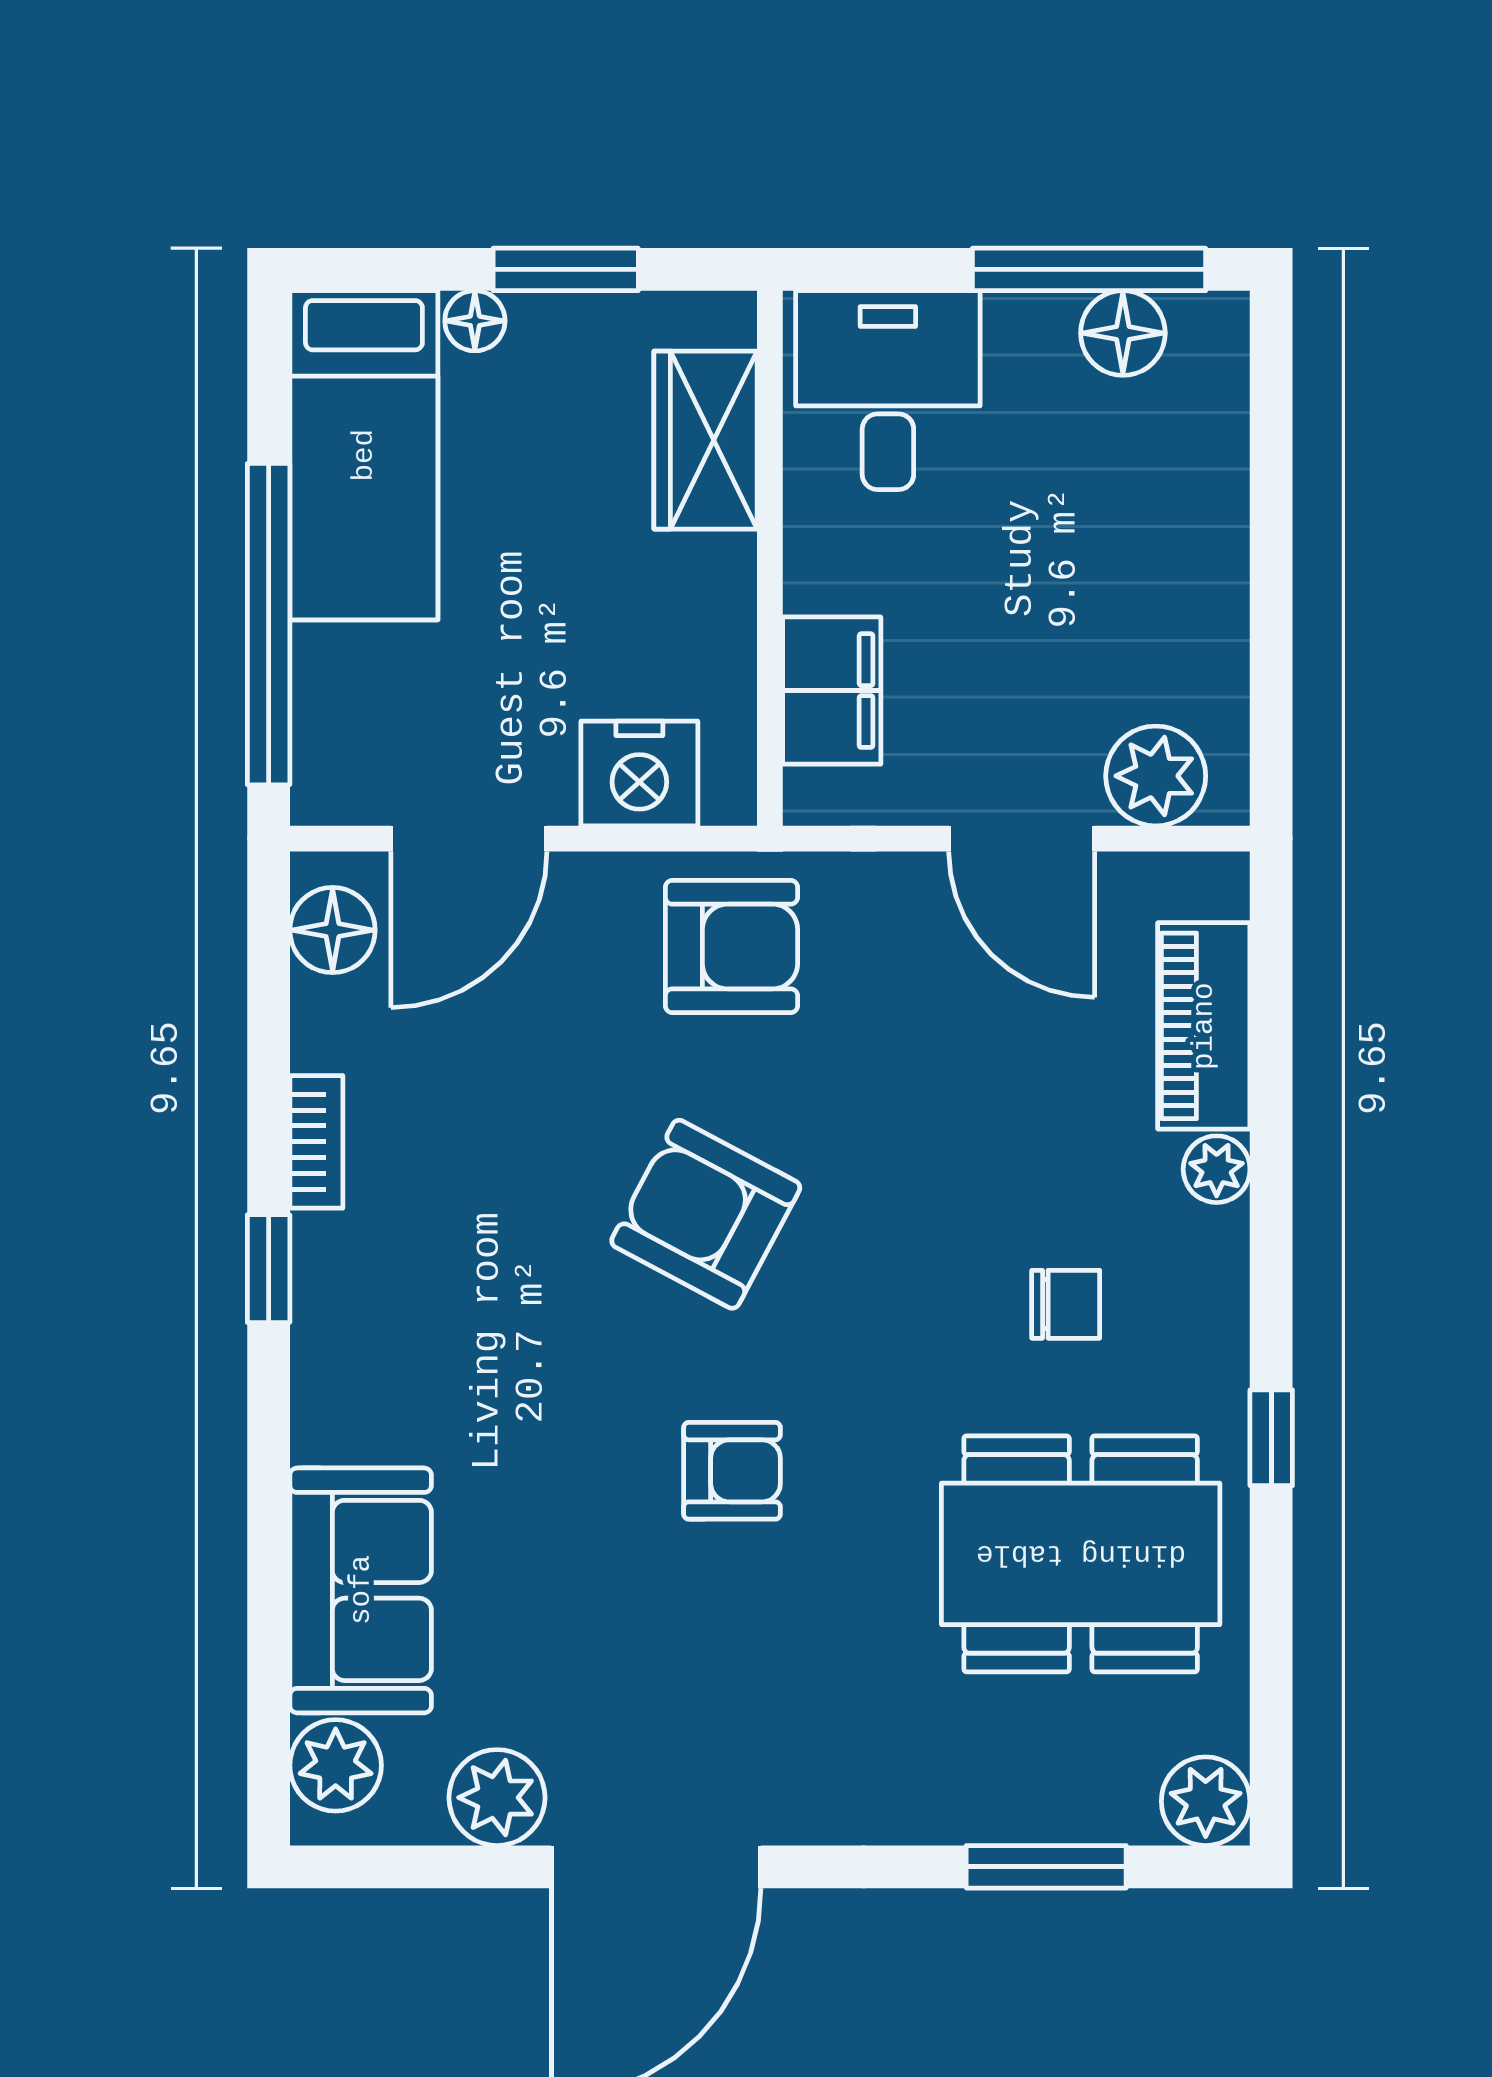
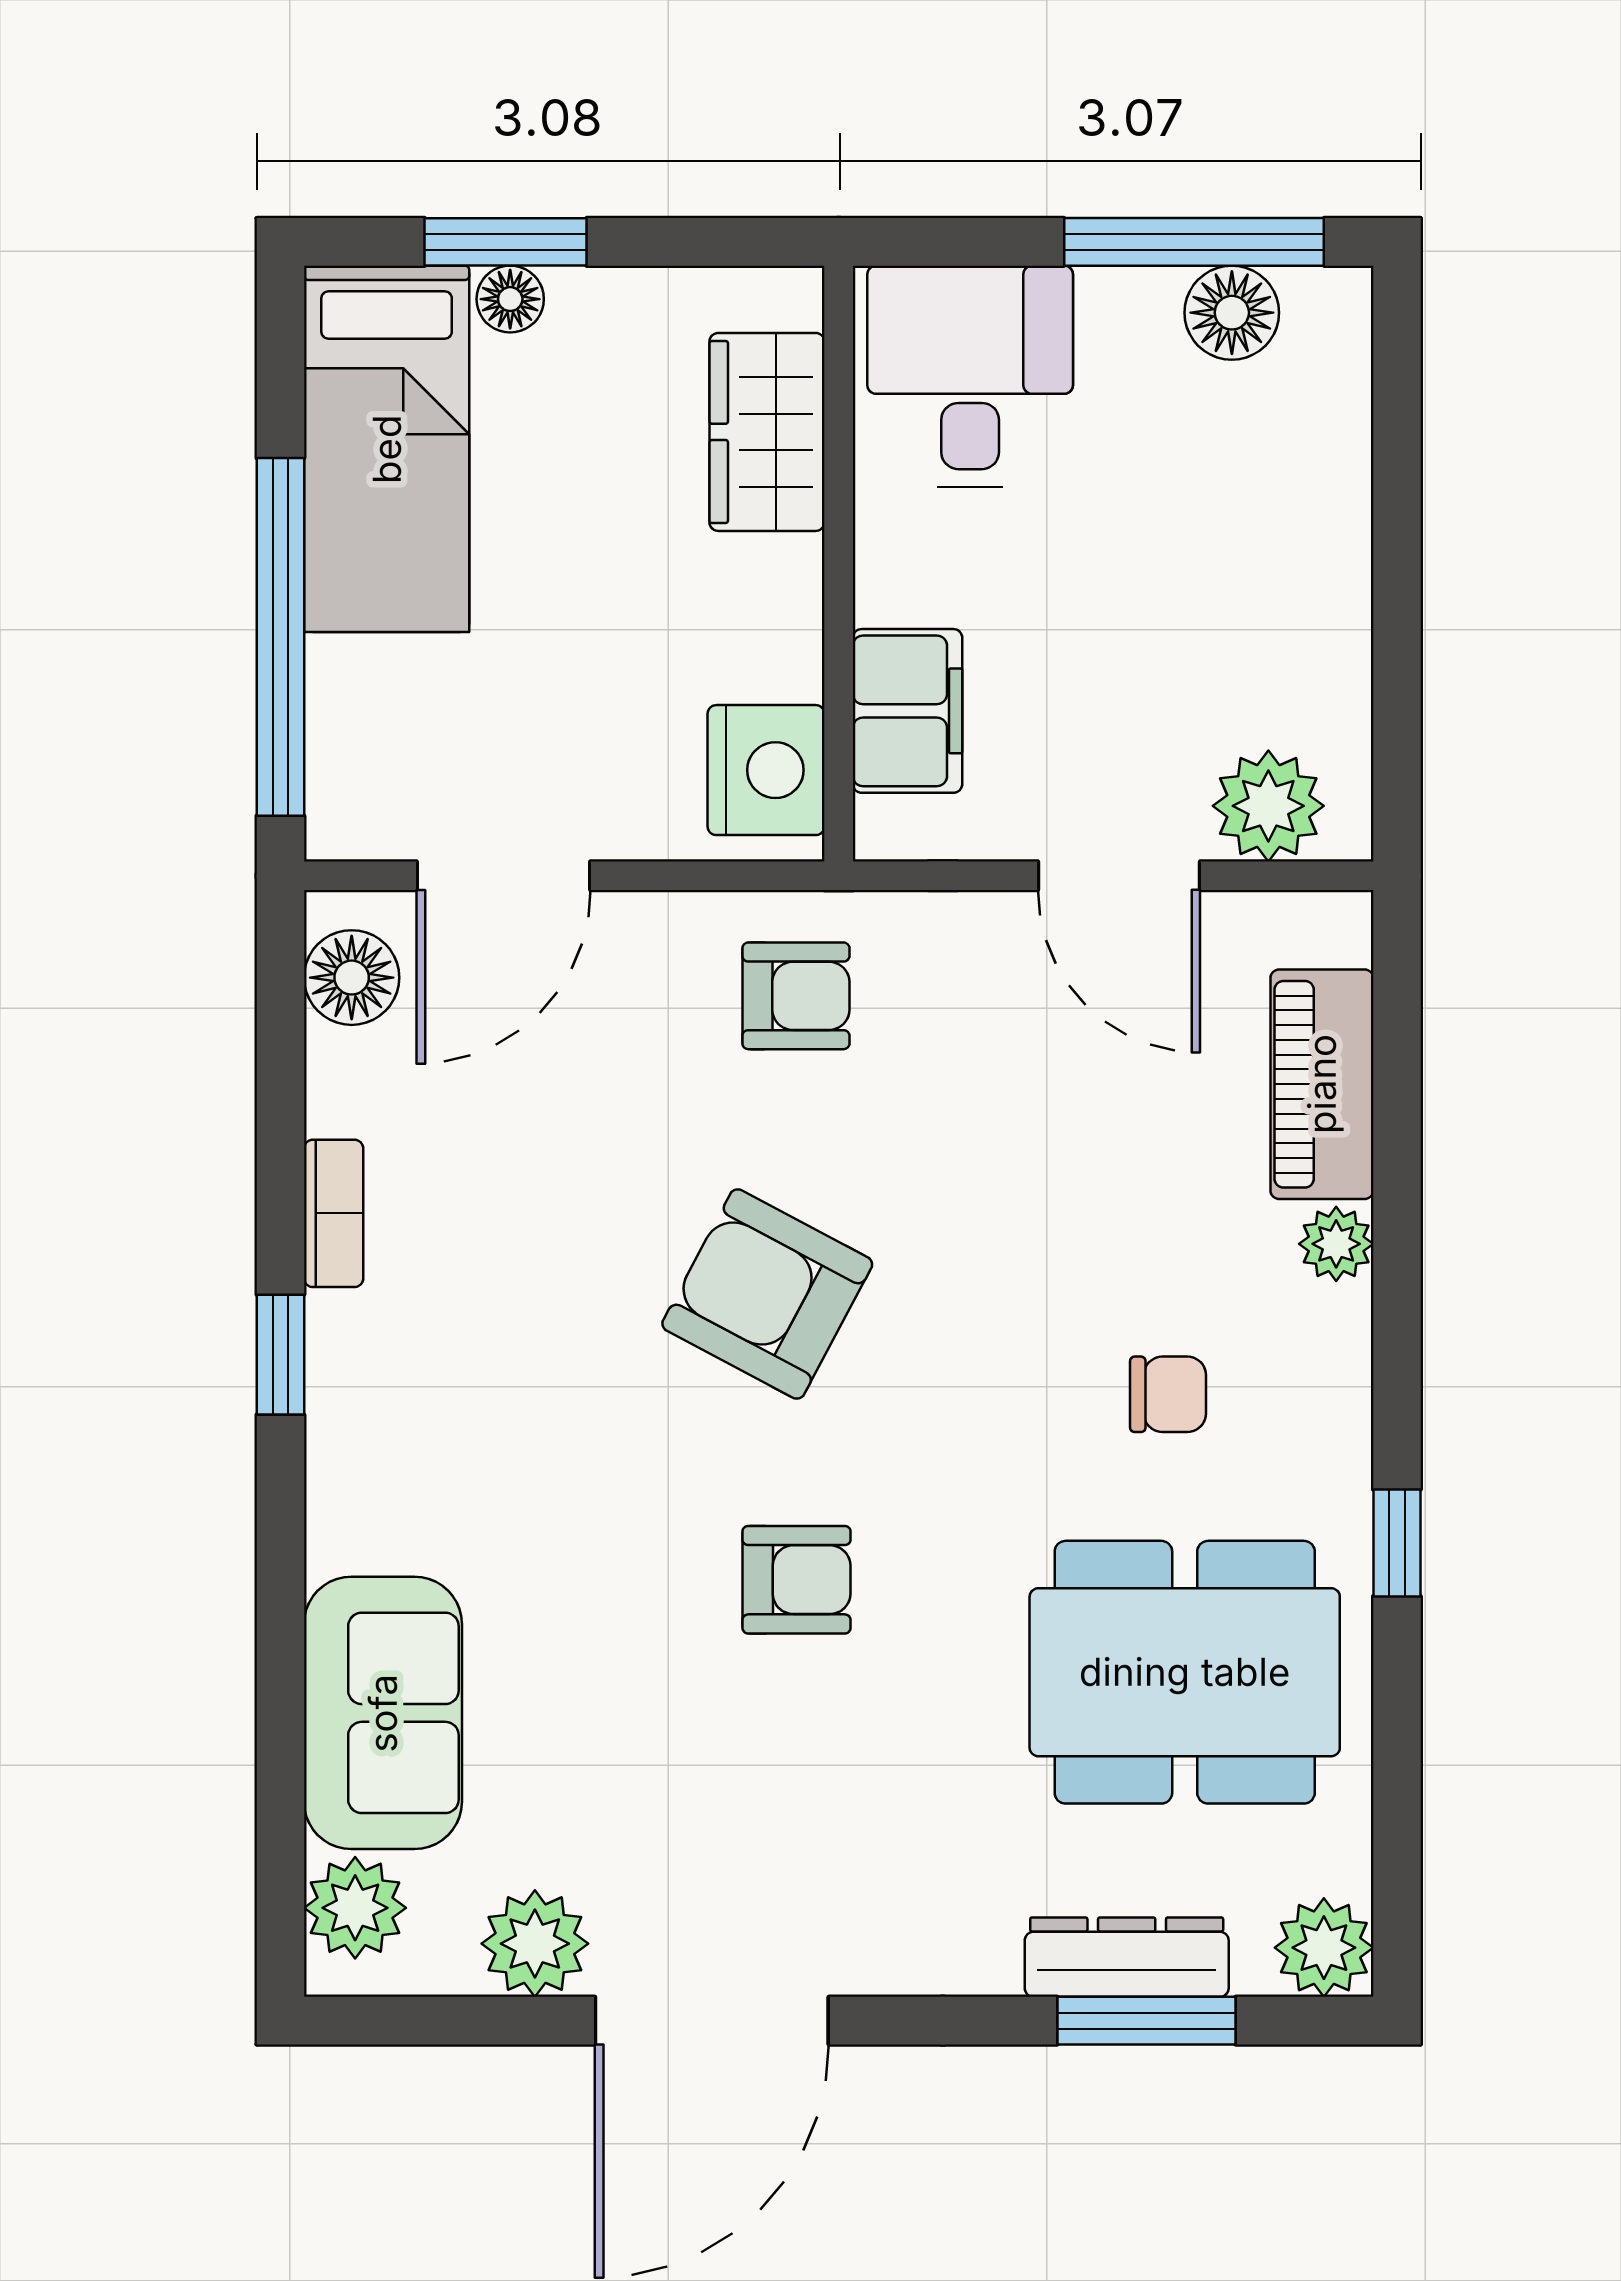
window: (566, 269) -> (506, 242), moved
nightstand: (639, 773) -> (766, 770), moved, turned -90
armchair: (731, 946) -> (796, 996), width x0.72, depth x0.72
dresser: (1029, 1810) -> (1127, 1957), added

